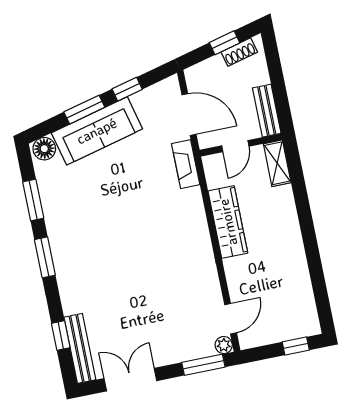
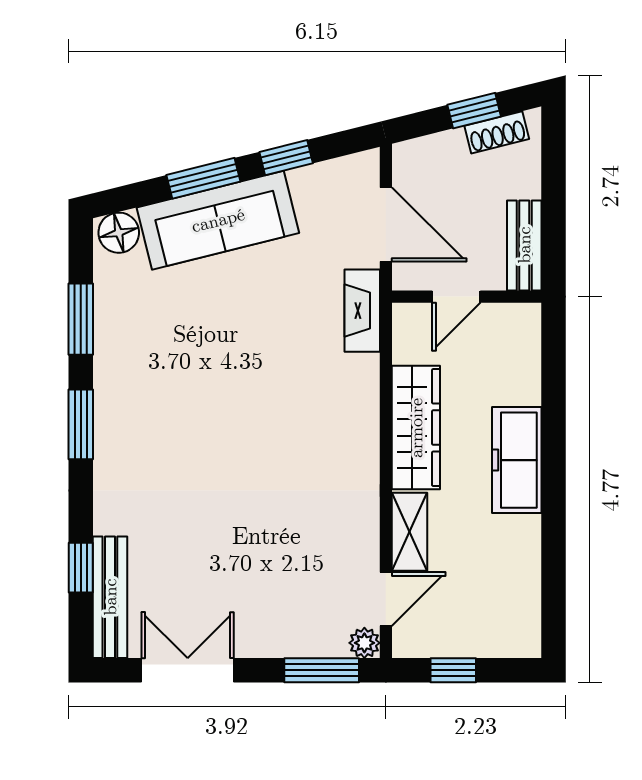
shelving: (277, 163) -> (410, 532), moved
freezer: (286, 228) -> (517, 460), added
window: (296, 346) -> (453, 670), moved

